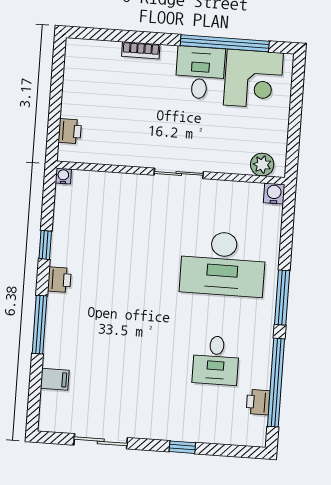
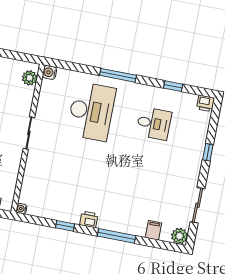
window: (276, 383) -> (173, 86), width x0.32
printer: (258, 402) -> (206, 103), moved
plant: (51, 420) -> (179, 236), added

